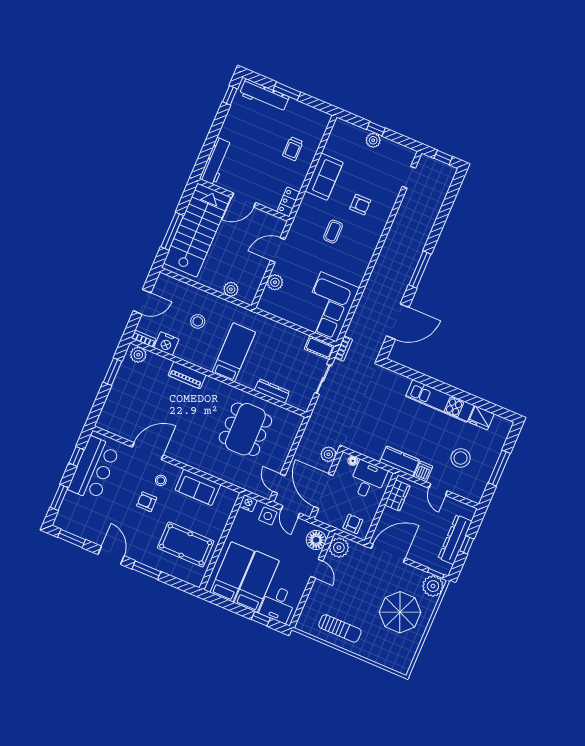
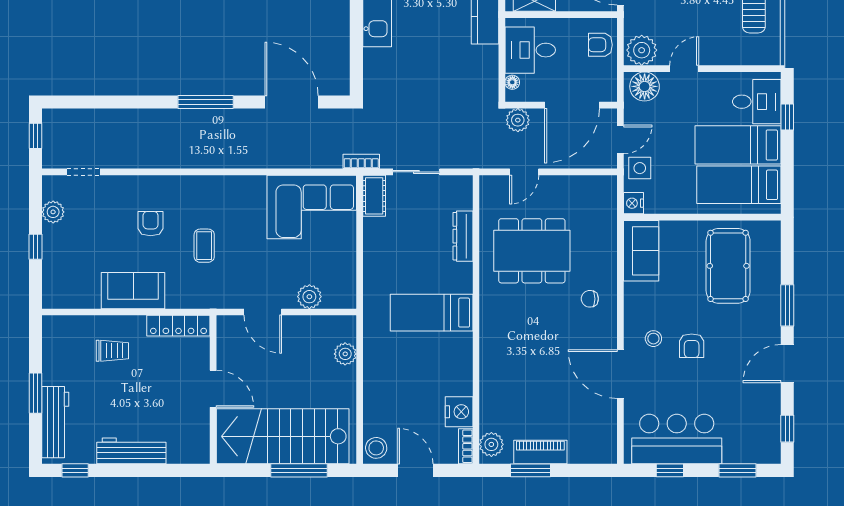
plant: (373, 140) -> (53, 212), moved
workbench: (216, 161) -> (131, 451), moved
locker: (288, 202) -> (178, 326), width x1.53
coffee table: (333, 232) -> (204, 246), turned 90
stool: (198, 321) -> (376, 448), moved
piano: (187, 375) -> (540, 452), moved, turned -90
chair: (201, 452) -> (590, 299), added
door: (279, 484) -> (524, 172), moved
sofa: (198, 487) -> (641, 251), moved
window: (72, 538) -> (787, 429), width x0.67

